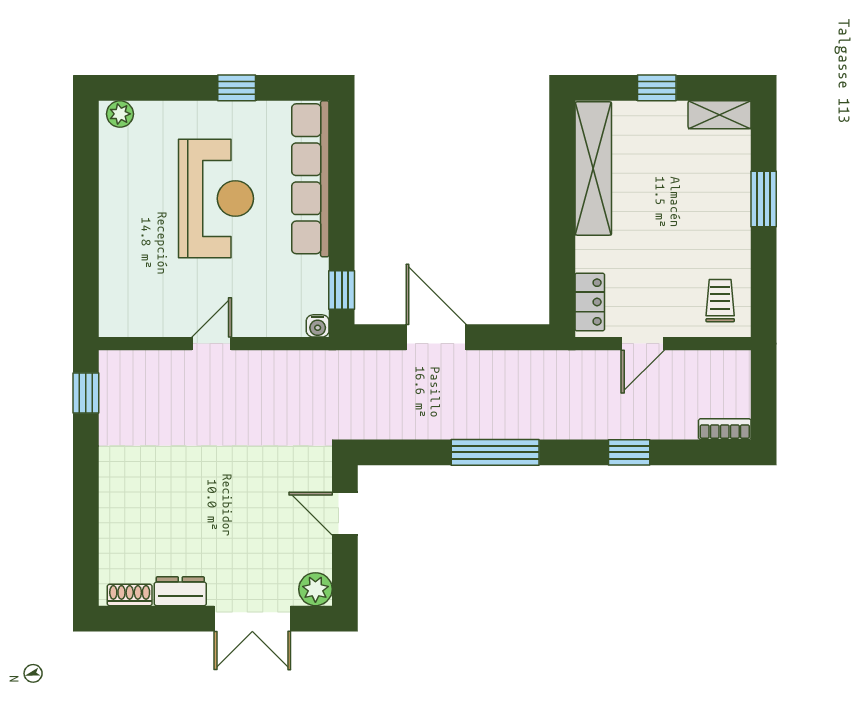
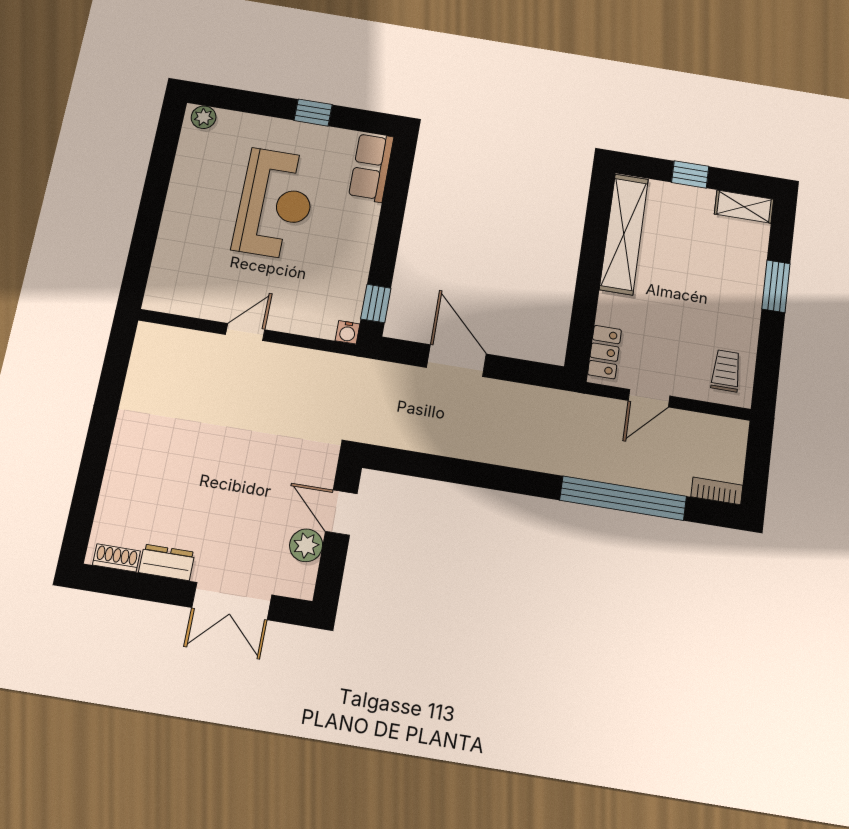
row of seats: (310, 179) -> (371, 167), width x0.50
window: (86, 393) -> (117, 358), removed
window: (495, 452) -> (495, 477), removed
window: (629, 452) -> (623, 498), width x3.17
plant: (315, 589) -> (306, 545), moved

